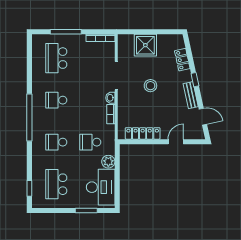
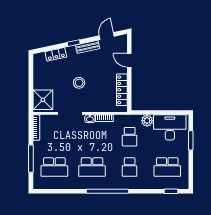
shower: (145, 45) -> (43, 100), moved
school desk: (56, 100) -> (92, 167), width x1.85

